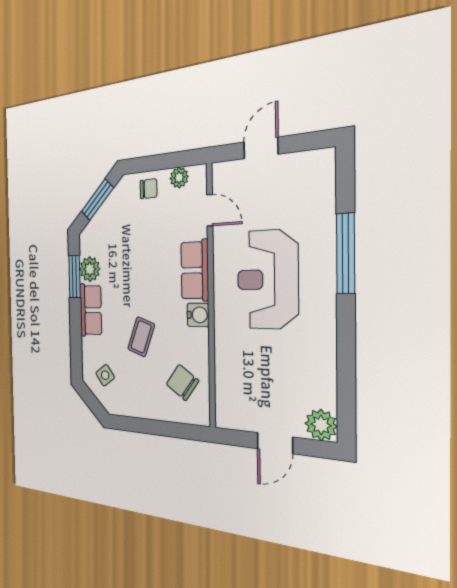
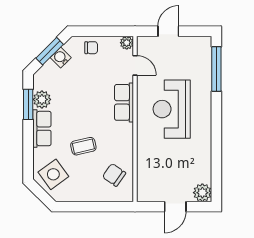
plant: (179, 178) -> (127, 43), moved
window: (346, 254) -> (216, 69), moved
water cooler: (198, 315) -> (61, 58), moved, turned -135
coffee table: (141, 337) -> (83, 146), turned 57
side table: (105, 375) -> (53, 174), width x1.87, depth x1.87

